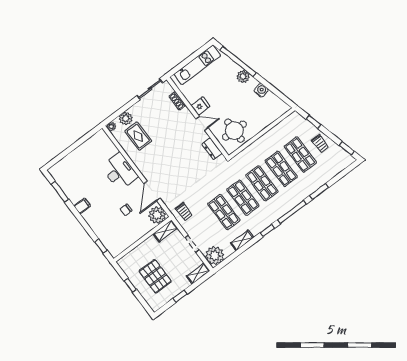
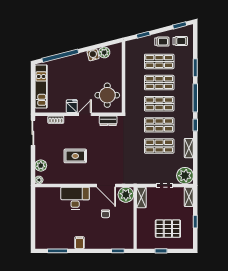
plant: (243, 76) -> (104, 52), moved
rug: (138, 136) -> (75, 156), moved
trolley: (184, 212) -> (180, 41), moved

